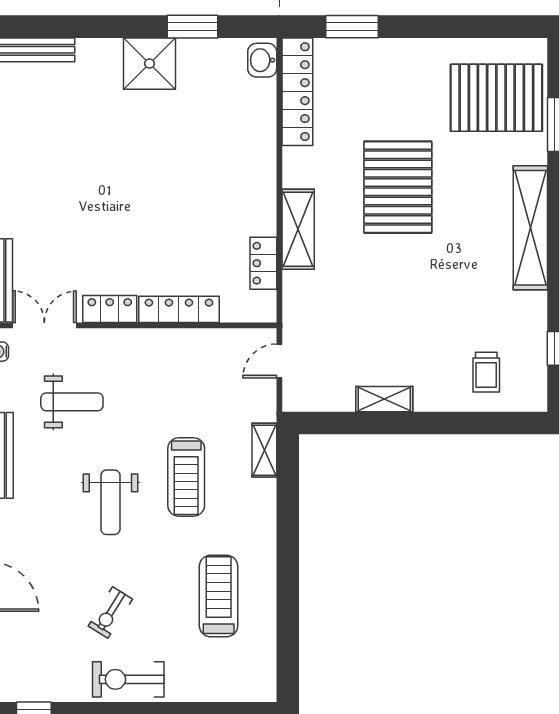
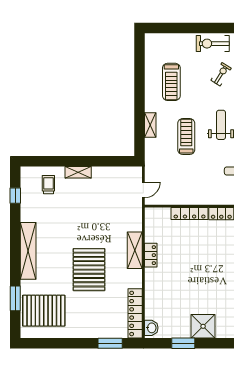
locker: (263, 263) -> (151, 255), moved
shelving: (384, 399) -> (78, 172), moved
shelving: (264, 450) -> (150, 125), moved
exercise bike: (128, 679) -> (213, 44), turned 180

